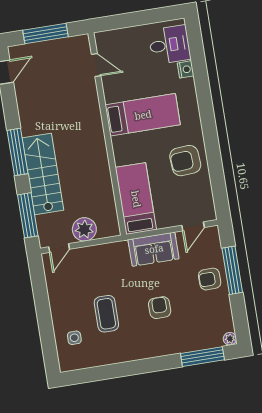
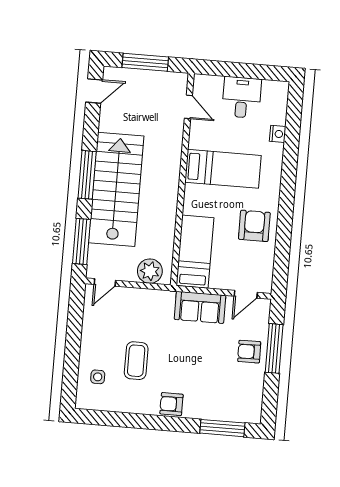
desk: (169, 45) -> (242, 97), moved, turned -90
armchair: (185, 161) -> (254, 226), turned 94
stairs: (43, 174) -> (116, 189), width x1.36, depth x1.51
plant: (84, 229) -> (150, 271), moved
armchair: (160, 308) -> (171, 404), moved, turned -90
plant: (230, 339) -> (255, 417), removed

